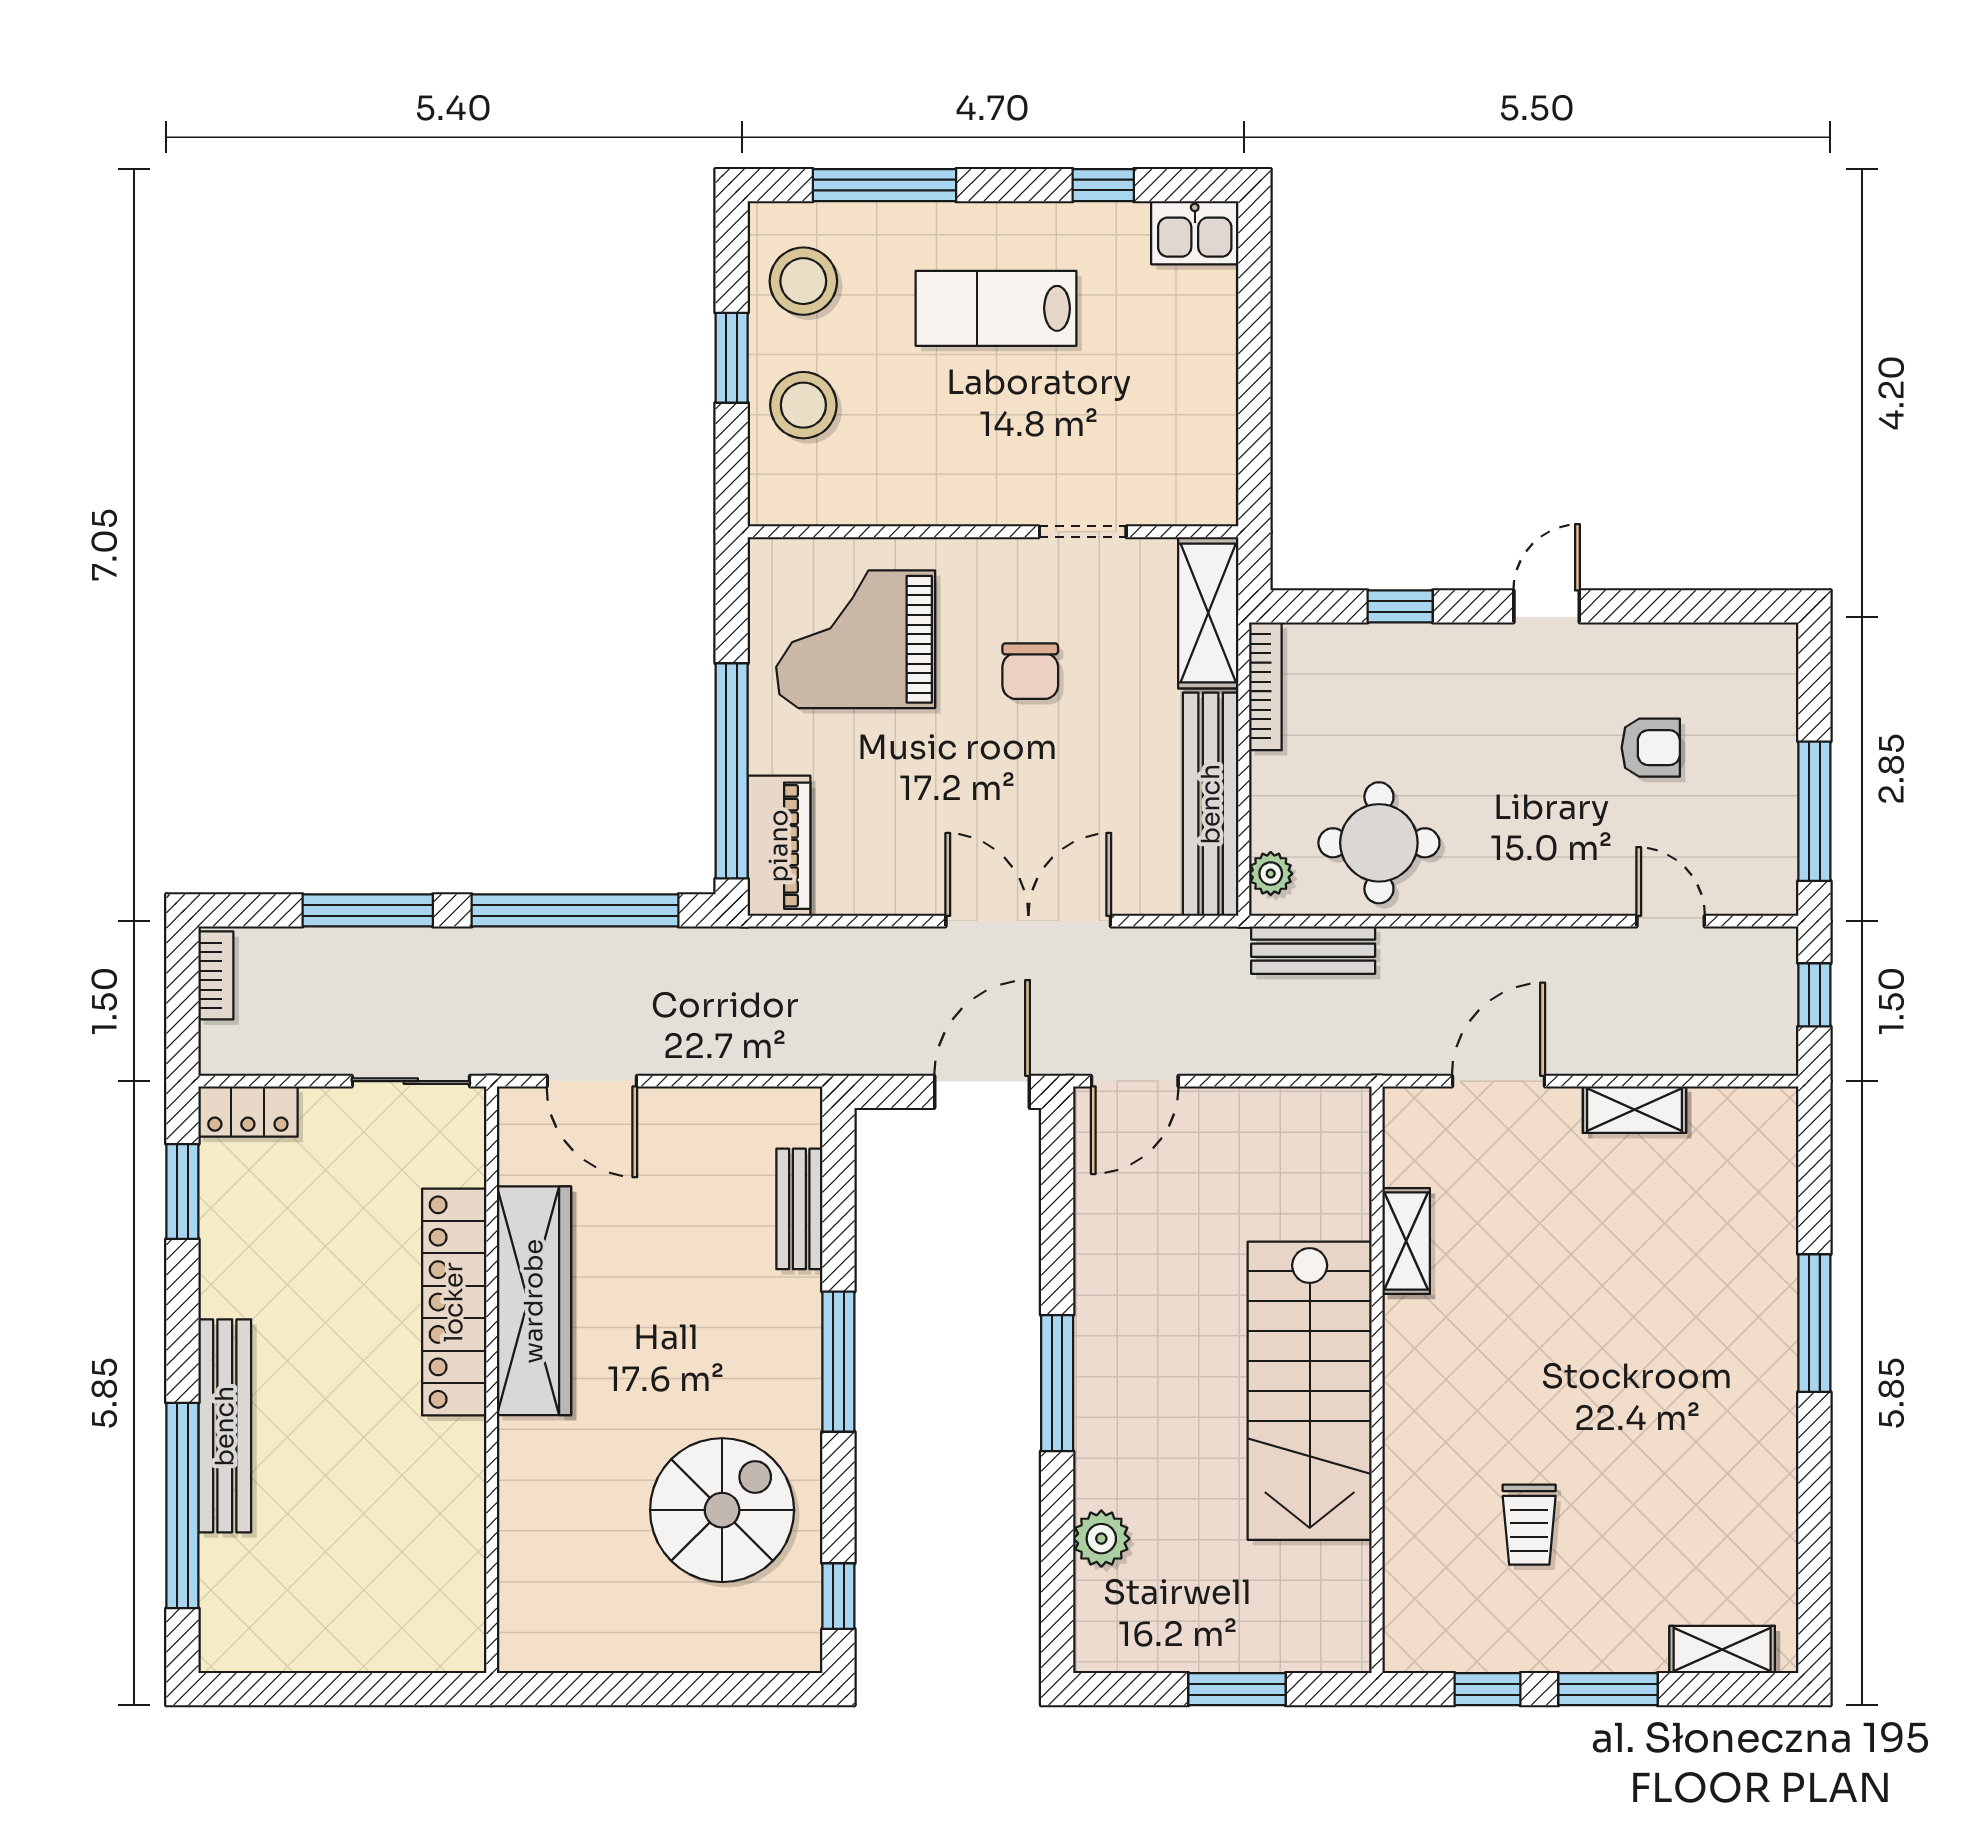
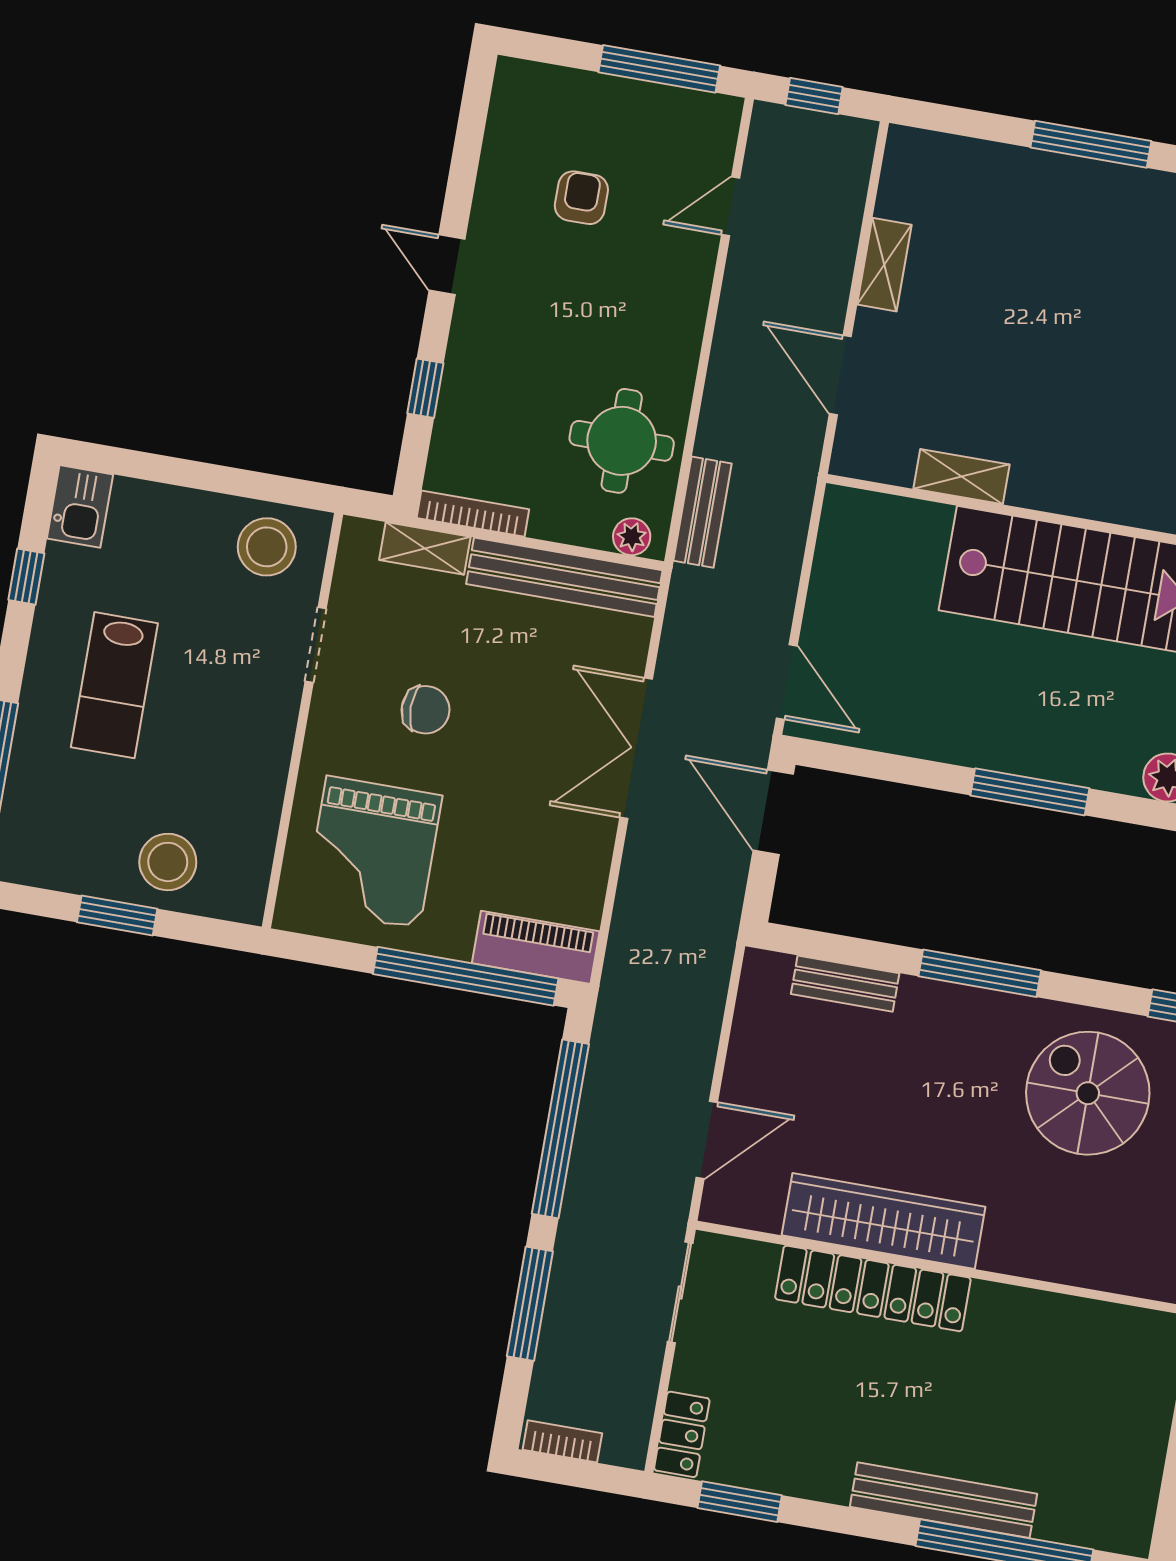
stool: (803, 281) -> (267, 547), moved
shelving: (1208, 613) -> (425, 548), width x0.67, depth x0.75

